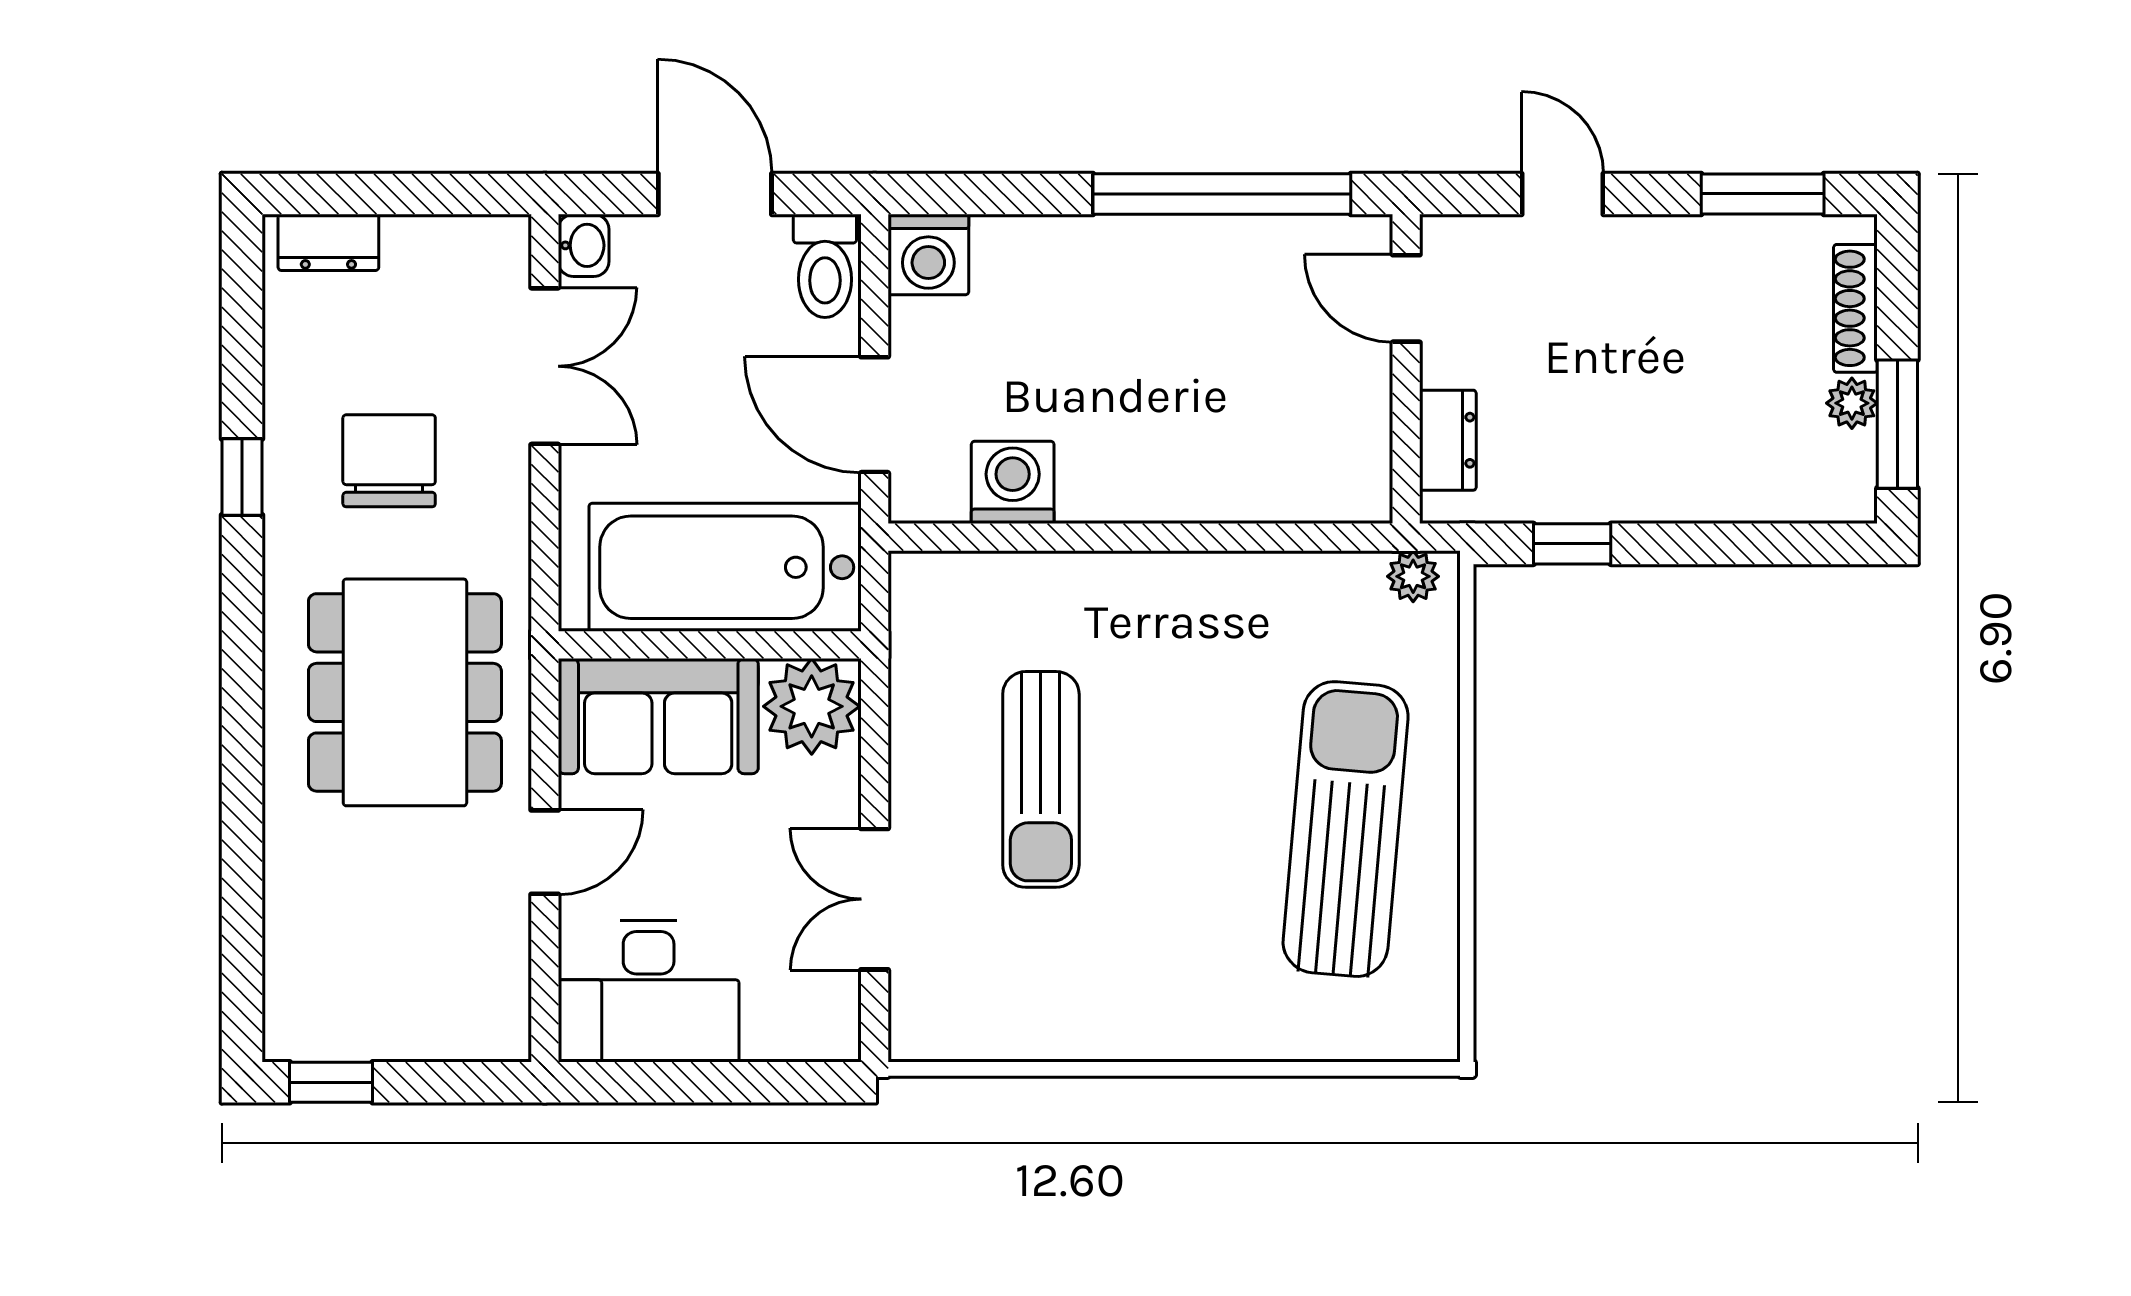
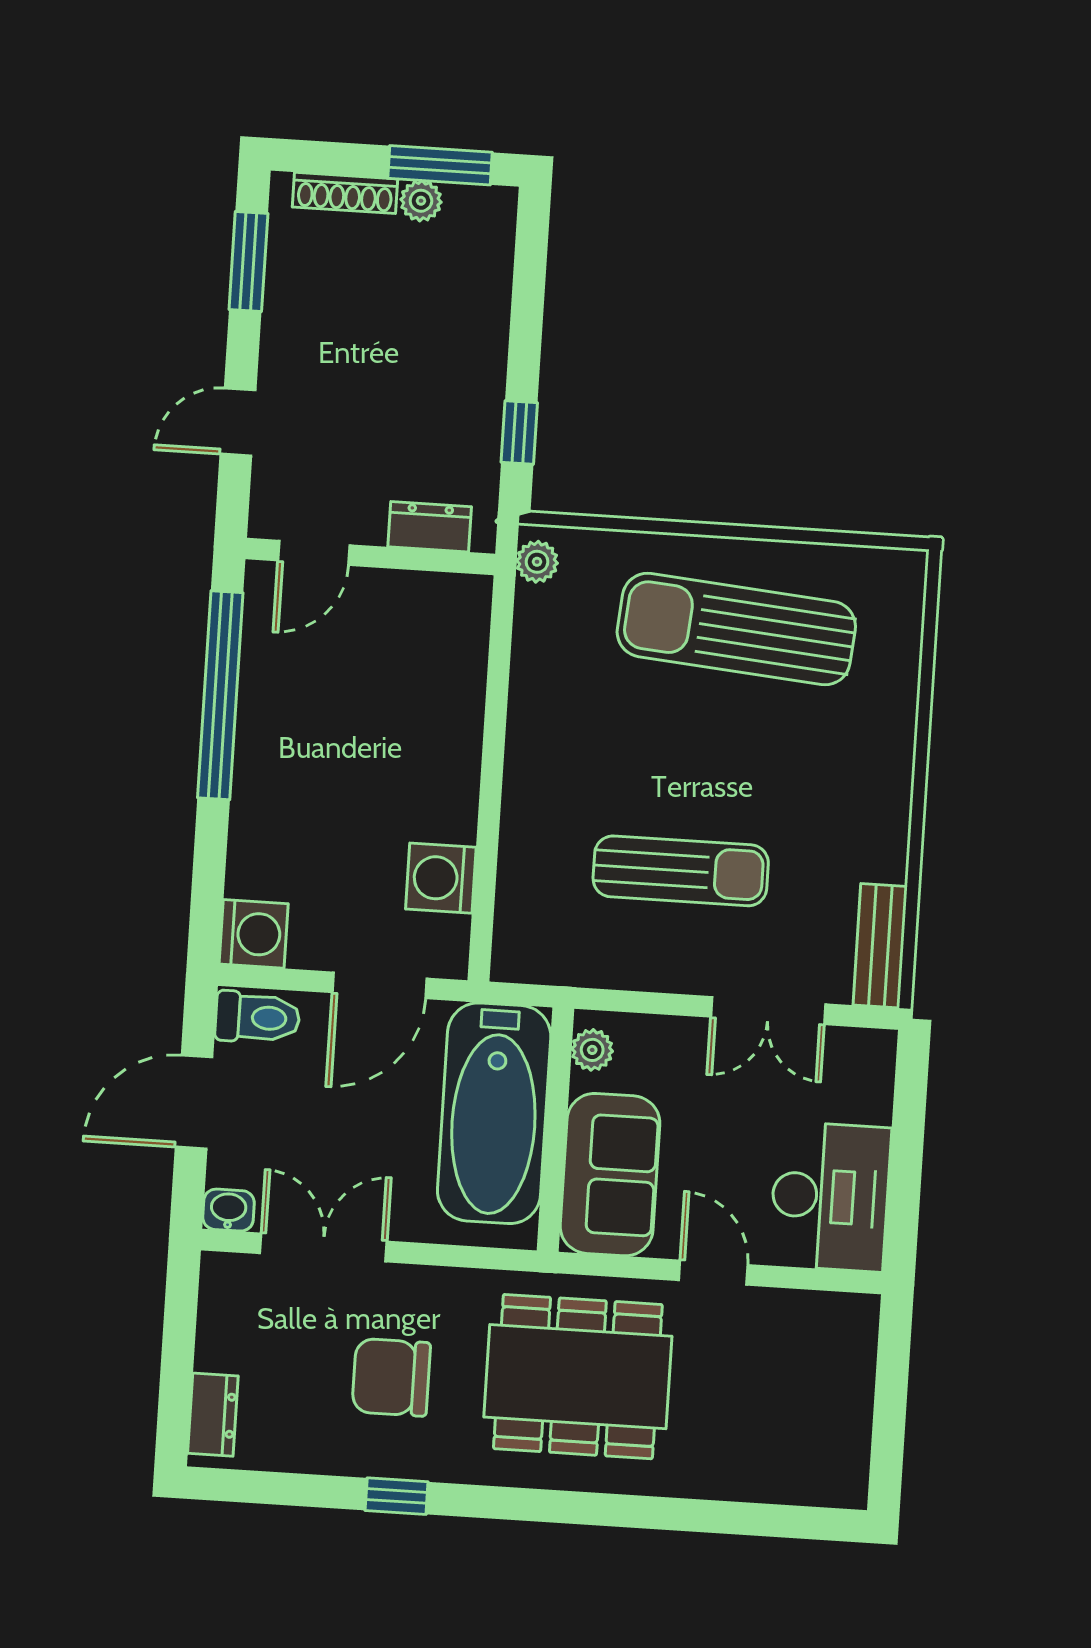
plant: (812, 706) -> (592, 1050), width x0.53, depth x0.53
bench: (964, 1033) -> (880, 946), added
window: (331, 1082) -> (887, 1456), removed

